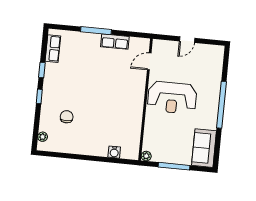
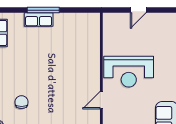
row of seats: (115, 42) -> (39, 19), moved
door: (149, 61) -> (101, 100), moved

